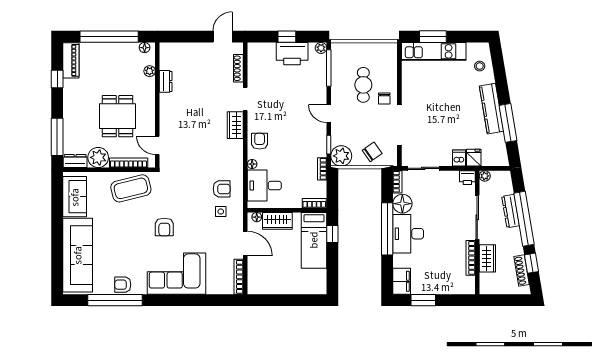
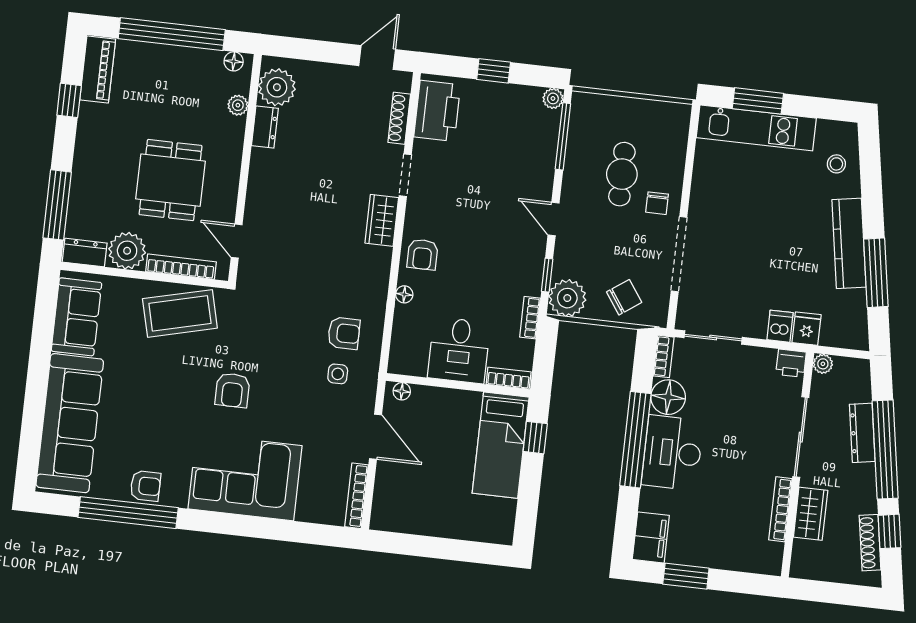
printer: (292, 54) -> (437, 111), moved, turned -90
plant: (170, 59) -> (277, 87), added
armchair: (260, 141) -> (423, 254), turned 180
desk: (264, 186) -> (459, 350), moved, turned -90
wardrobe: (277, 221) -> (438, 402), removed
armchair: (123, 285) -> (145, 486), turned 180

